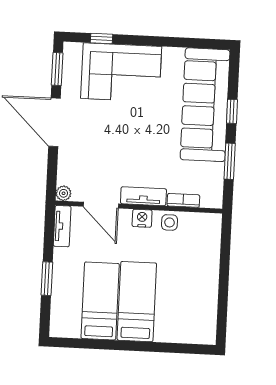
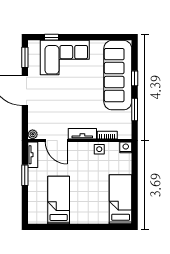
nightstand: (142, 218) -> (126, 147), moved
window: (47, 279) -> (25, 175), moved
bed: (137, 302) -> (121, 199), moved

